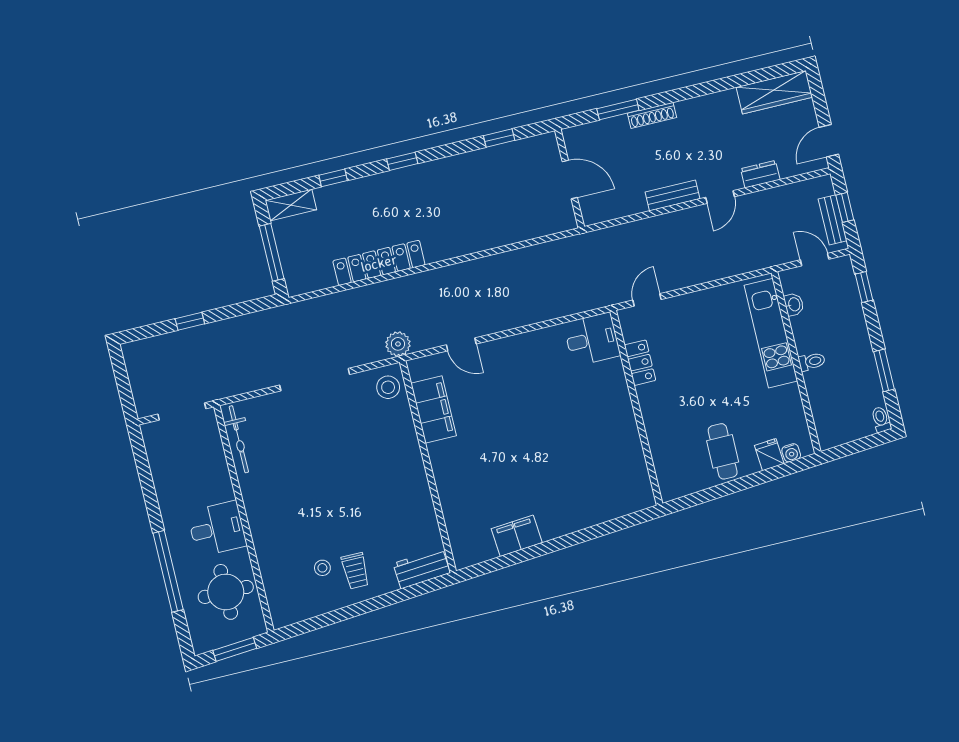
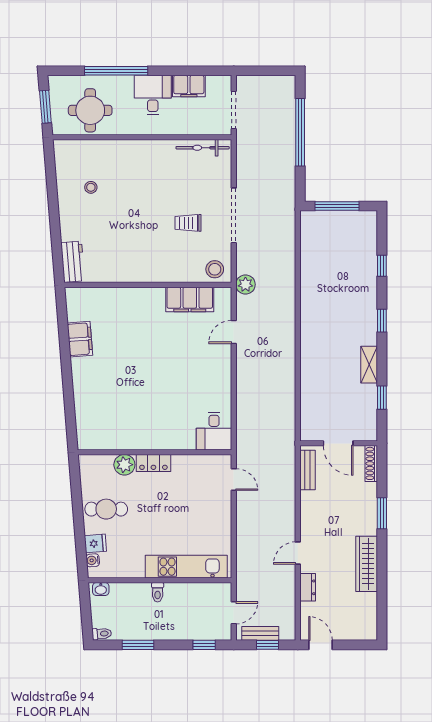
wardrobe: (774, 92) -> (367, 564), moved
window: (618, 110) -> (382, 513), moved
shoe rack: (652, 115) -> (371, 463), moved
door: (570, 179) -> (338, 443), hinge flipped
bench: (673, 195) -> (308, 470), moved
door: (720, 197) -> (298, 553), hinge flipped
shelving: (291, 205) -> (369, 365), moved
locker: (379, 263) -> (310, 285), removed
washbasin: (794, 304) -> (101, 589), moved
window: (190, 321) -> (300, 132), width x3.17
locker: (640, 363) -> (153, 463), moved
plant: (661, 442) -> (124, 465), added
filing cabinet: (165, 475) -> (189, 86), added
desk: (217, 529) -> (153, 95), moved, turned 180
trolley: (355, 571) -> (188, 223), moved

